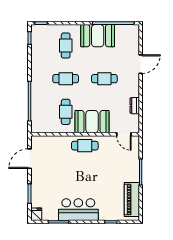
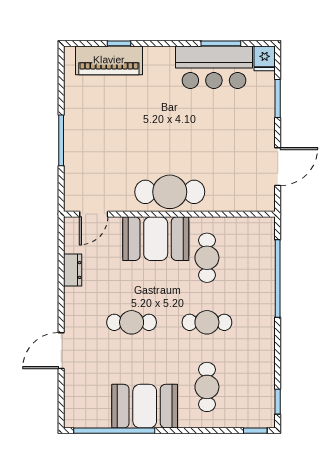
door: (124, 134) -> (94, 214), swing flipped
cafe table: (85, 146) -> (170, 192), width x1.37, depth x1.35
piano: (132, 200) -> (109, 60), moved, turned 90
bar counter: (78, 210) -> (214, 67), moved

